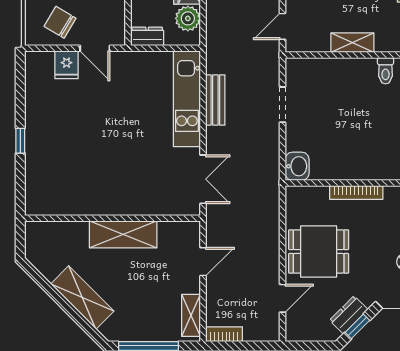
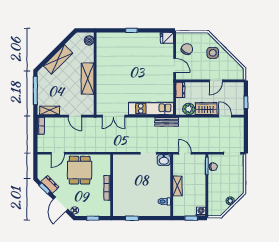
door: (95, 48) -> (175, 65), swing flipped
fridge: (67, 65) -> (167, 38), moved
bench: (215, 100) -> (167, 122), moved
washbasin: (297, 166) -> (164, 160), moved
boiler: (42, 231) -> (89, 40), added
door: (283, 298) -> (58, 153), hinge flipped

